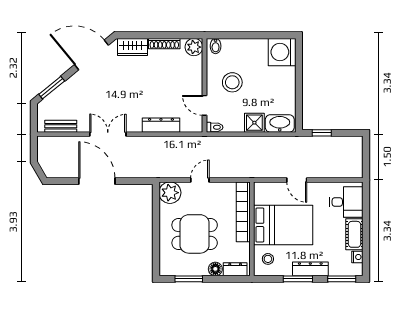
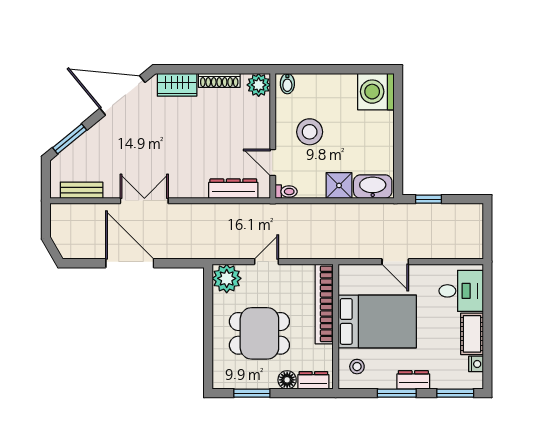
dresser: (161, 125) -> (233, 189), moved
dresser: (310, 269) -> (413, 380), width x0.70

